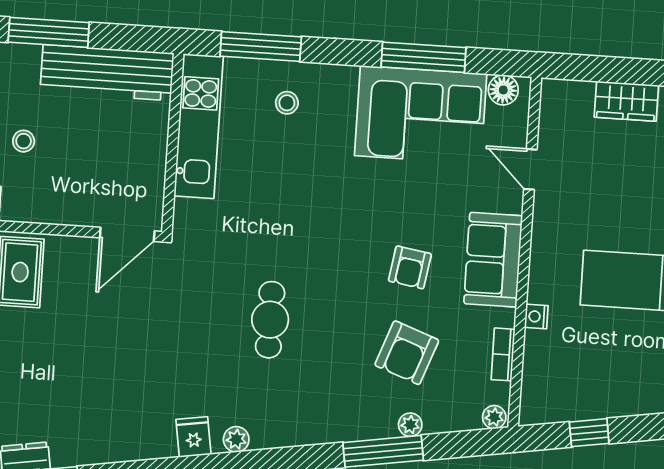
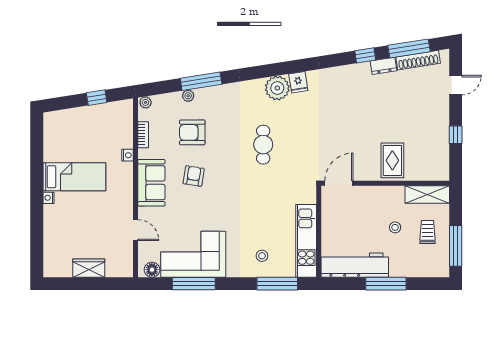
armchair: (407, 353) -> (192, 132), turned -110
plant: (236, 439) -> (277, 88), width x1.88, depth x1.88

